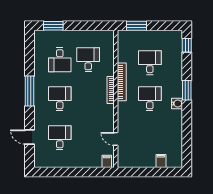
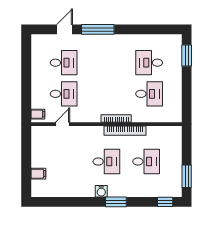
window: (136, 26) -> (187, 176), moved
window: (29, 91) -> (98, 29), moved
desk: (60, 99) -> (64, 94), moved

